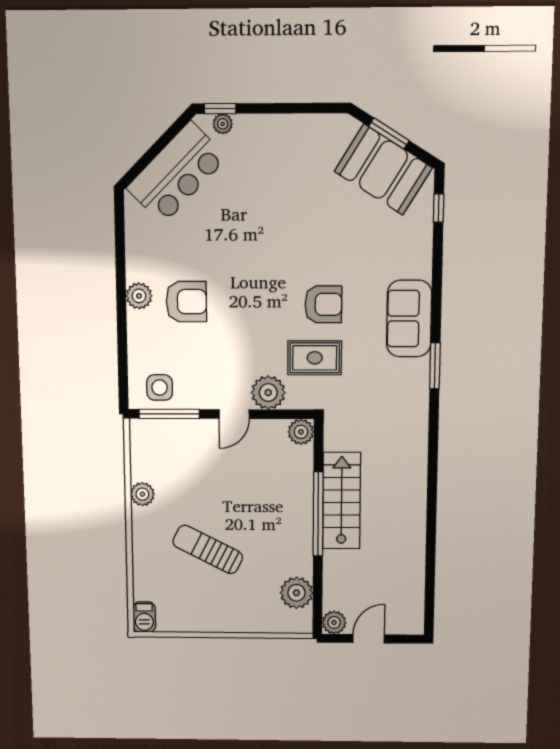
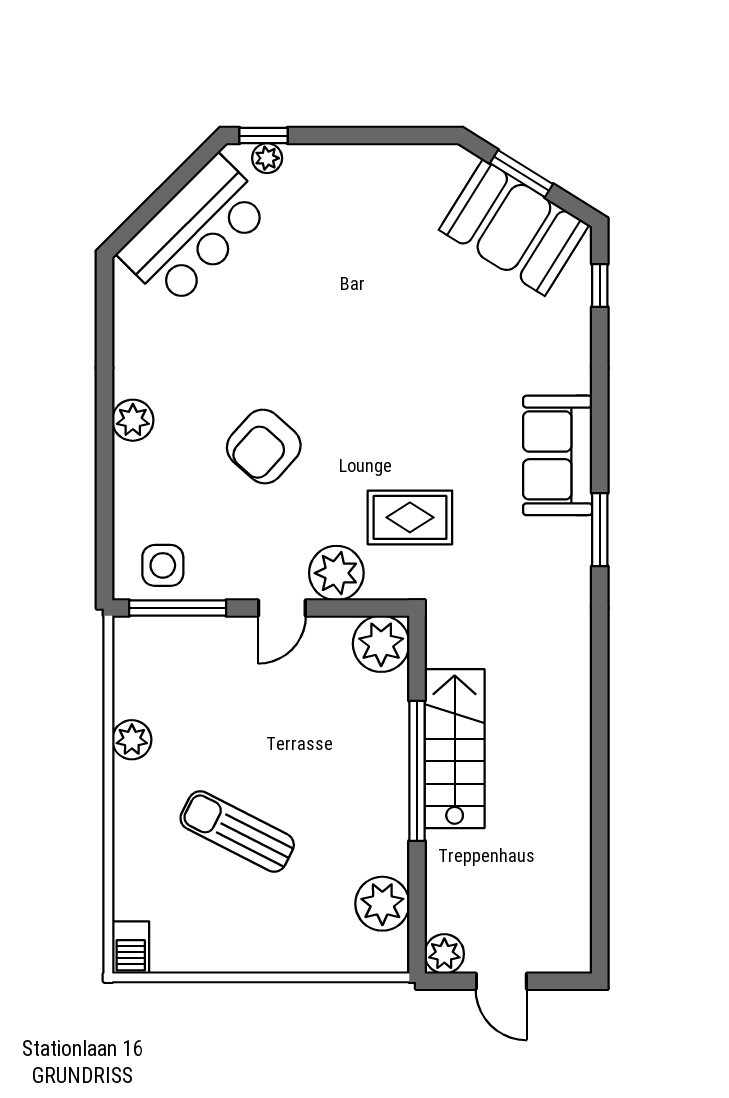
armchair: (186, 302) -> (264, 446), moved, turned 132
armchair: (323, 304) -> (423, 433), removed
plant: (301, 432) -> (381, 644), width x1.36, depth x1.36
door: (369, 639) -> (501, 981), swing flipped

